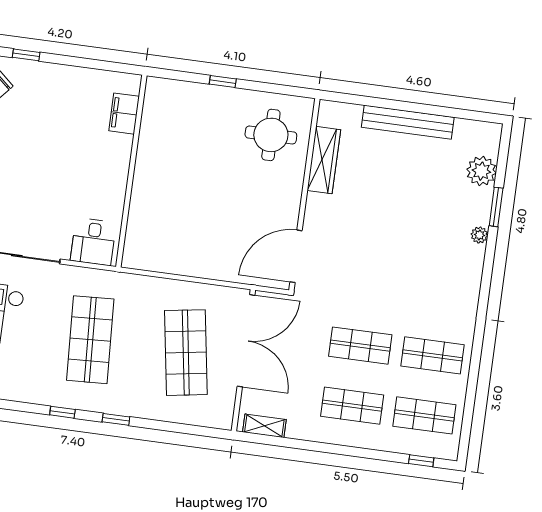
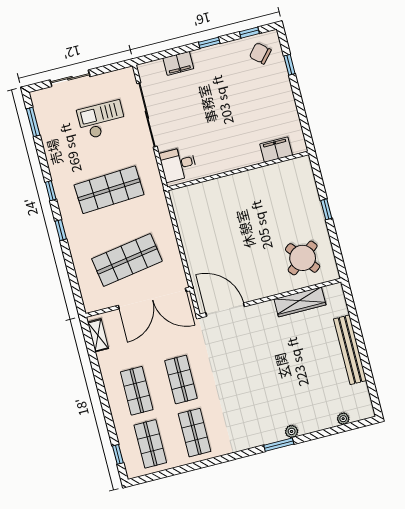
round table: (271, 135) -> (303, 258), turned -38
plant: (481, 171) -> (343, 419), width x0.53, depth x0.53
window: (496, 207) -> (279, 445), moved

